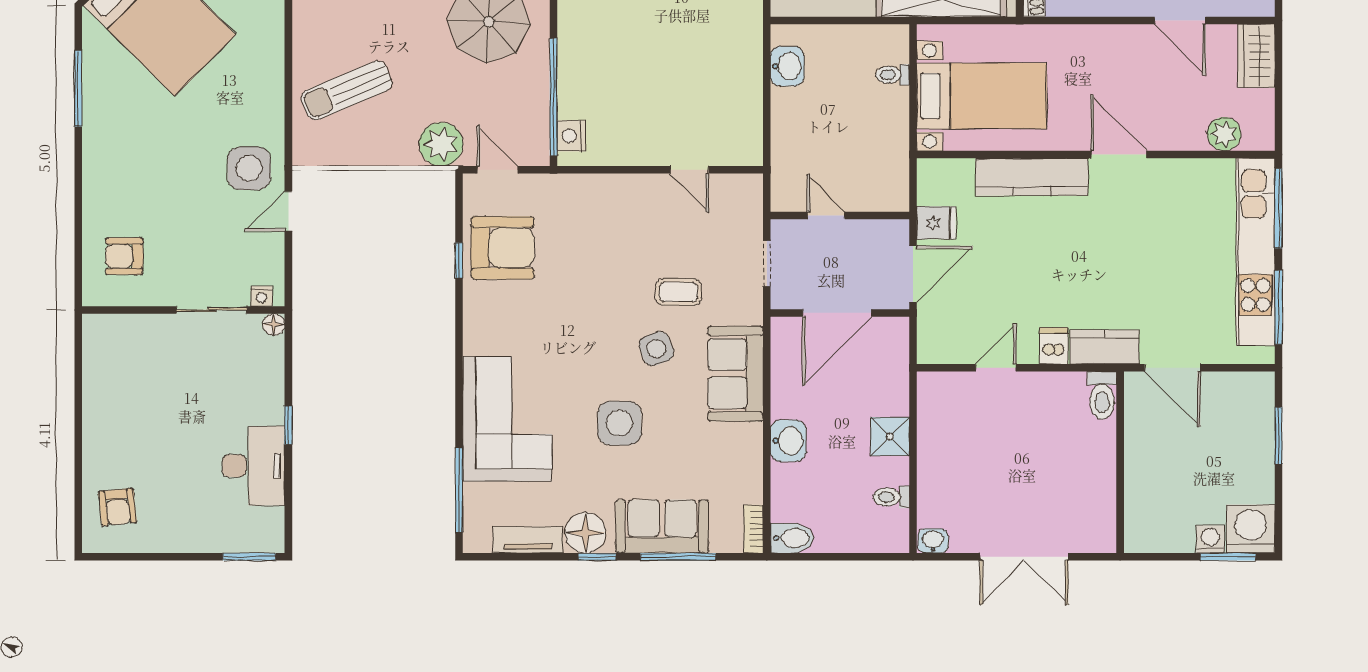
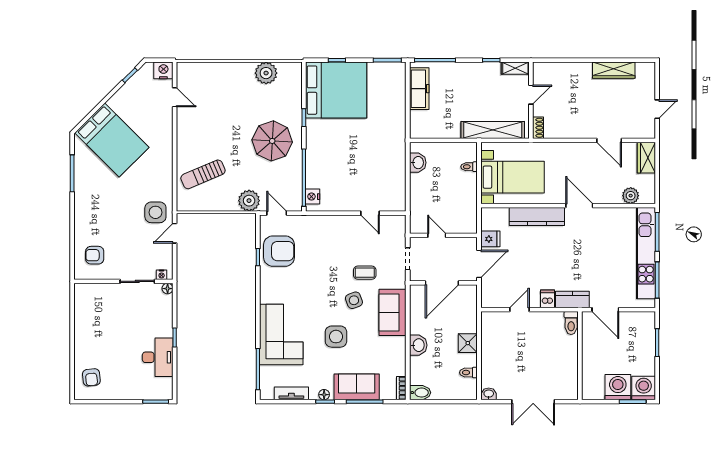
floor lamp: (585, 533) -> (324, 395), width x0.53, depth x0.53
washing machine: (1210, 539) -> (618, 387), width x1.89, depth x1.89

